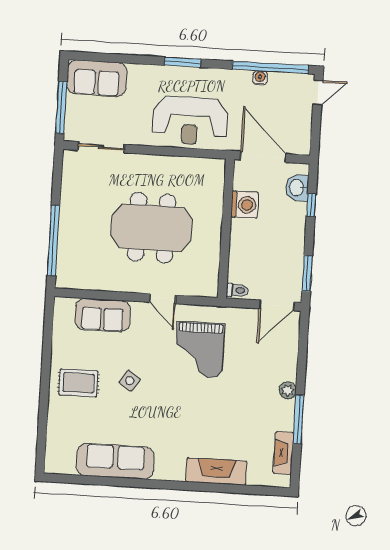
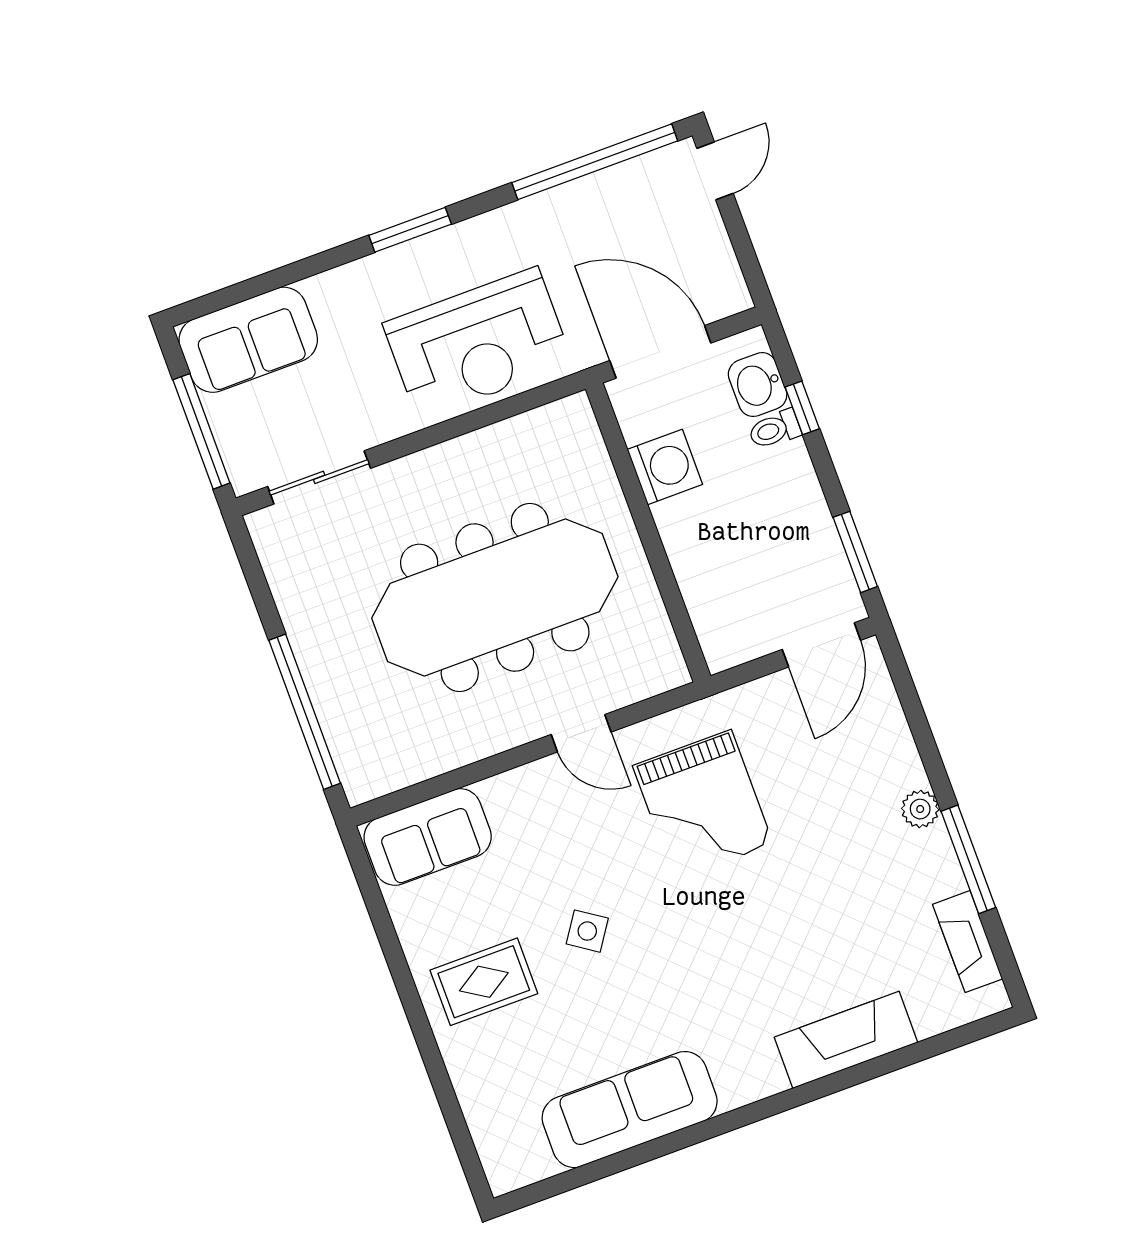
water cooler: (260, 78) -> (583, 193), removed
meeting table: (152, 228) -> (495, 598), width x1.36
toilet: (237, 290) -> (775, 429), moved, turned 180
sofa: (103, 315) -> (428, 837), moved

